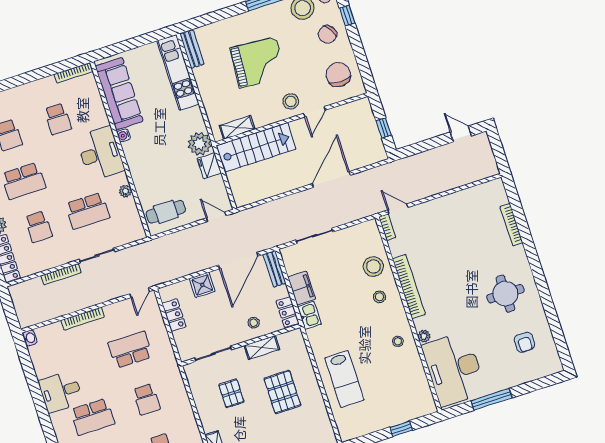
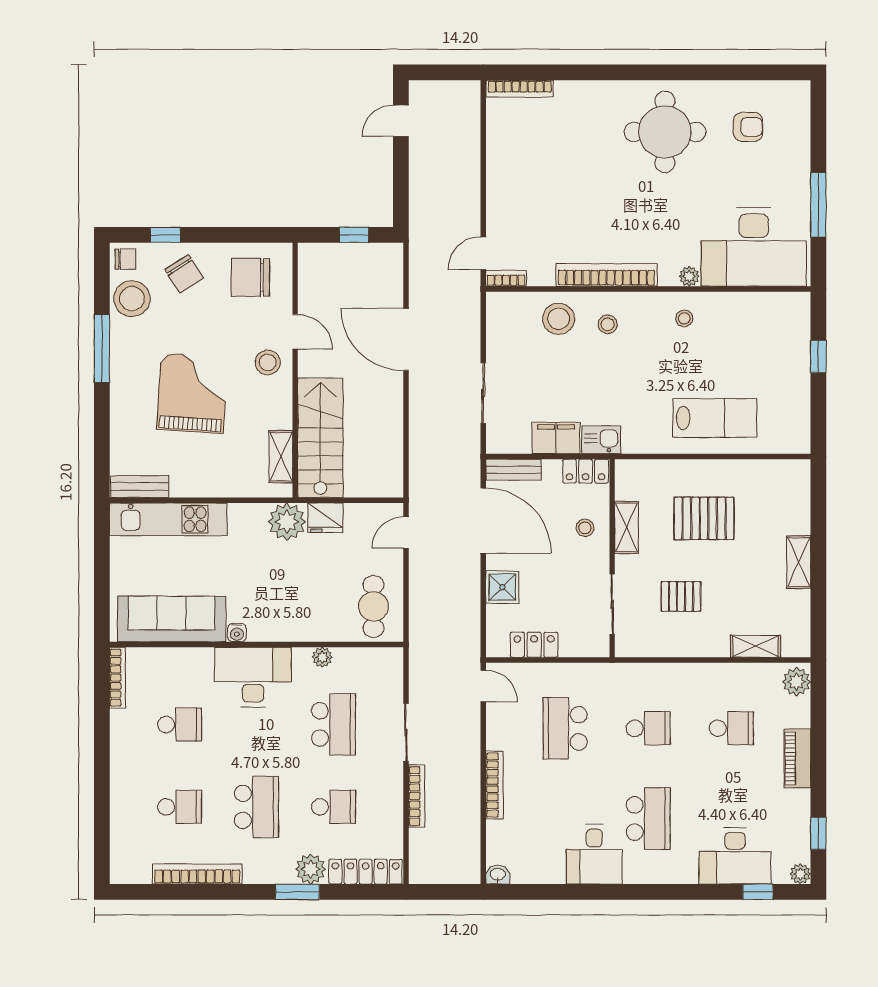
bookcase: (511, 225) -> (520, 89), moved
round table: (505, 294) -> (665, 132), width x1.36, depth x1.36

